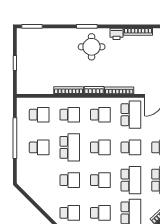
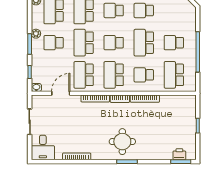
printer: (116, 34) -> (179, 154), moved
school desk: (39, 115) -> (174, 75), width x1.85
school desk: (100, 115) -> (114, 75), width x1.85
school desk: (131, 147) -> (84, 43), width x1.85

